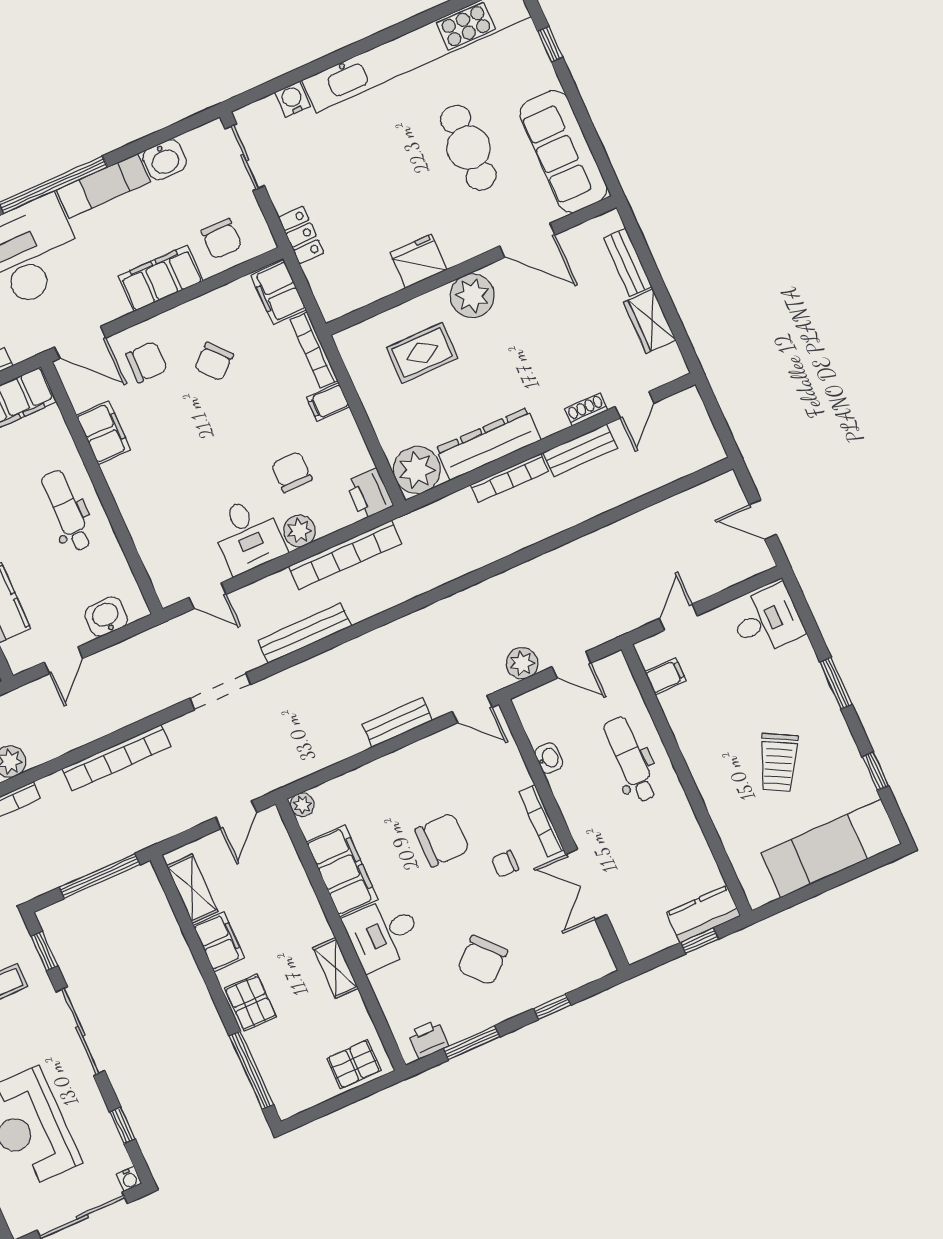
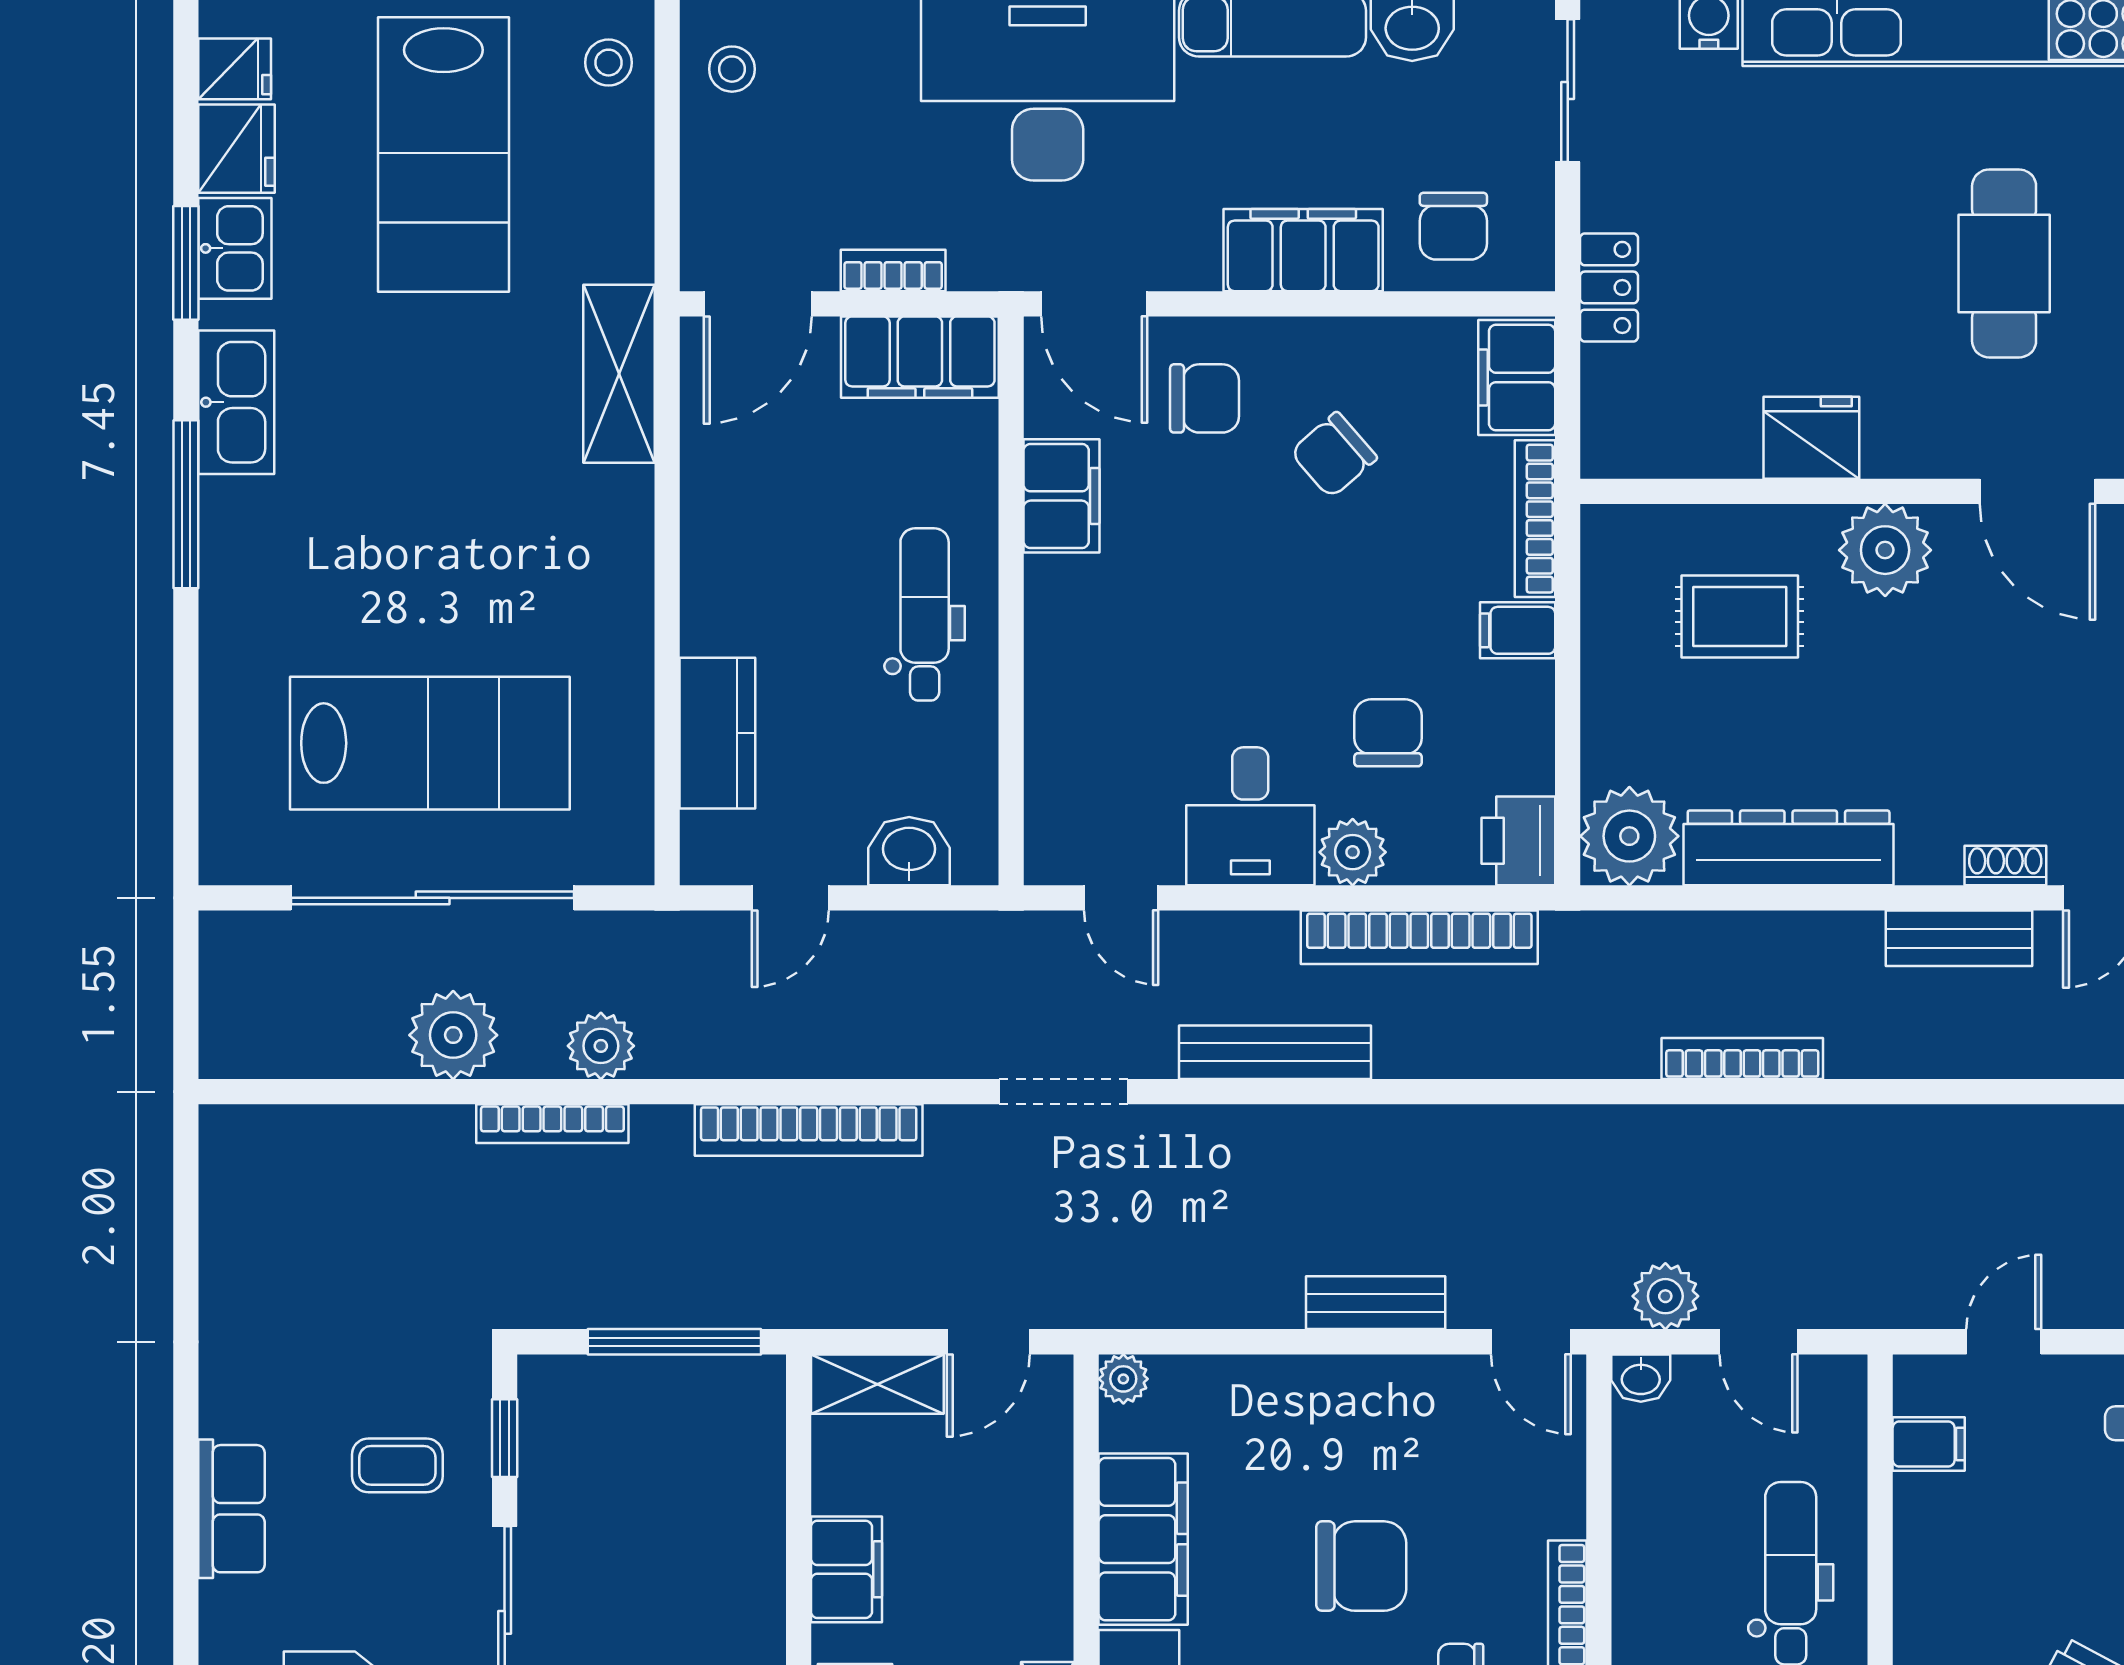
bookcase: (510, 478) -> (1742, 1059), moved, turned 180
washbasin: (549, 758) -> (1641, 1378), moved, turned 90
shelving: (192, 889) -> (877, 1384), moved, turned 90

